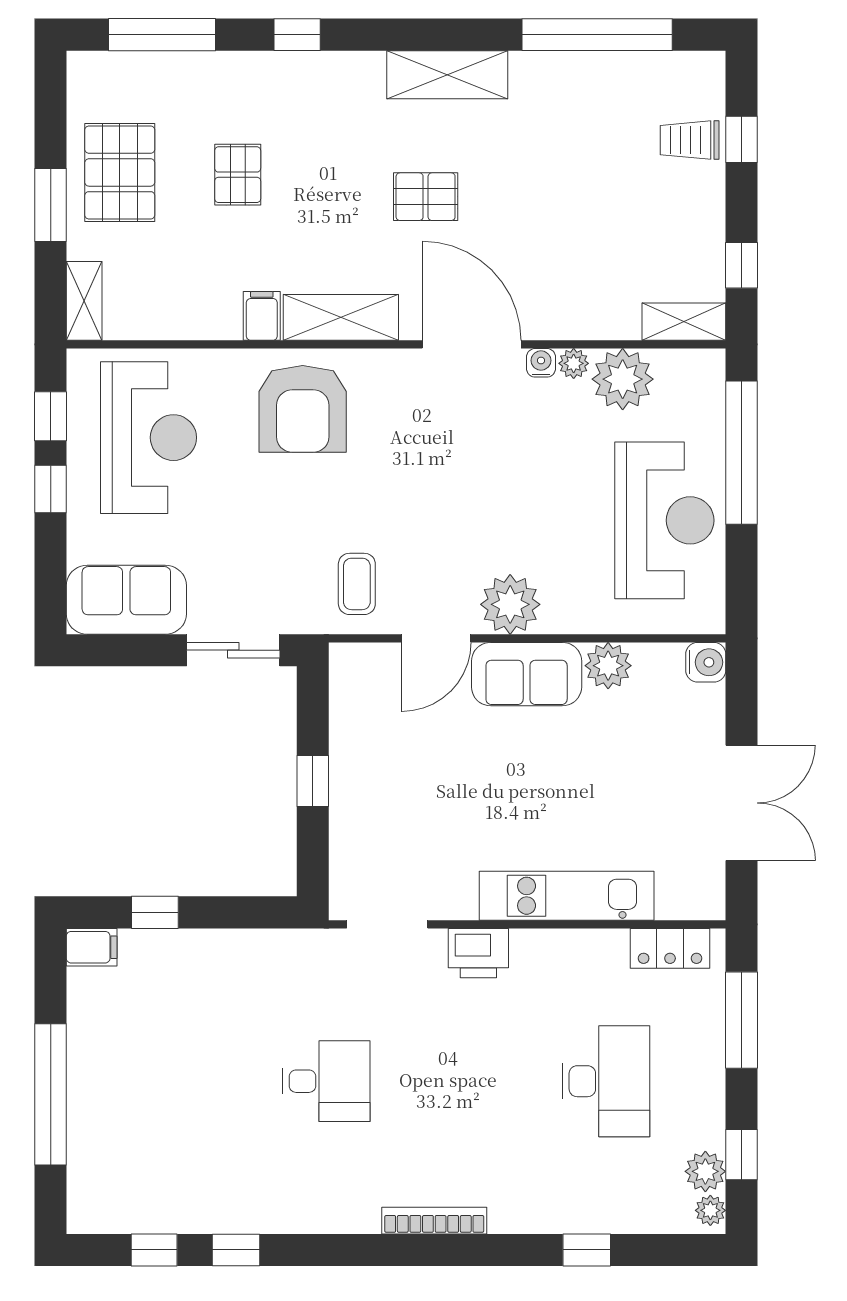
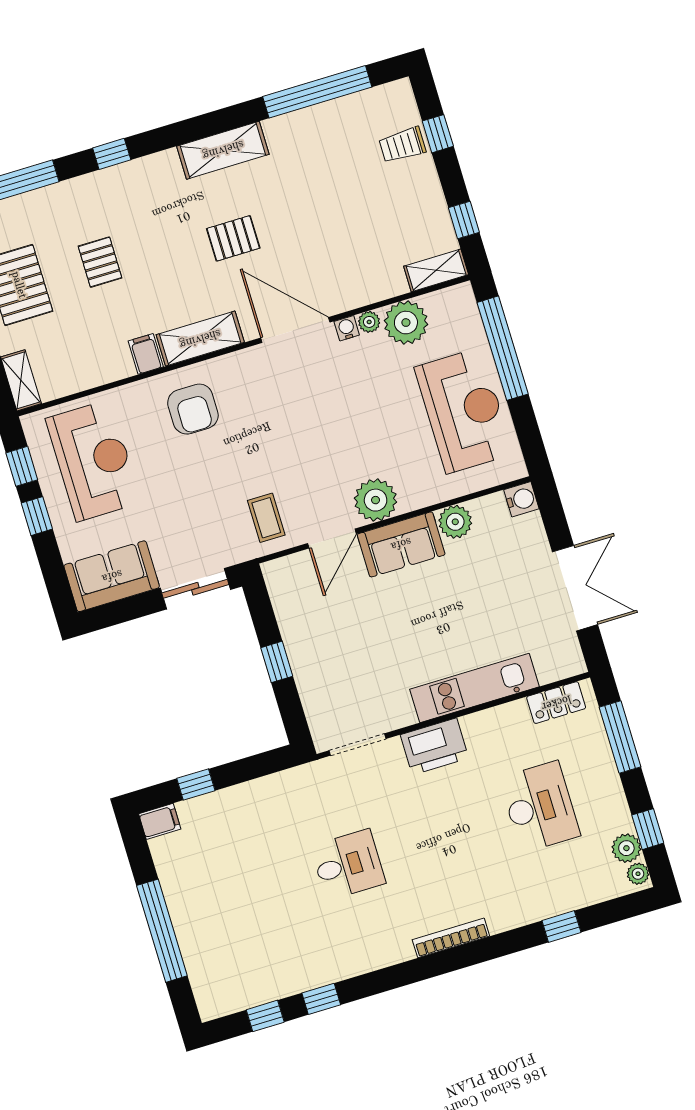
armchair: (303, 409) -> (193, 409), width x0.73, depth x0.73
printer: (478, 953) -> (434, 746), width x1.37, depth x1.19

